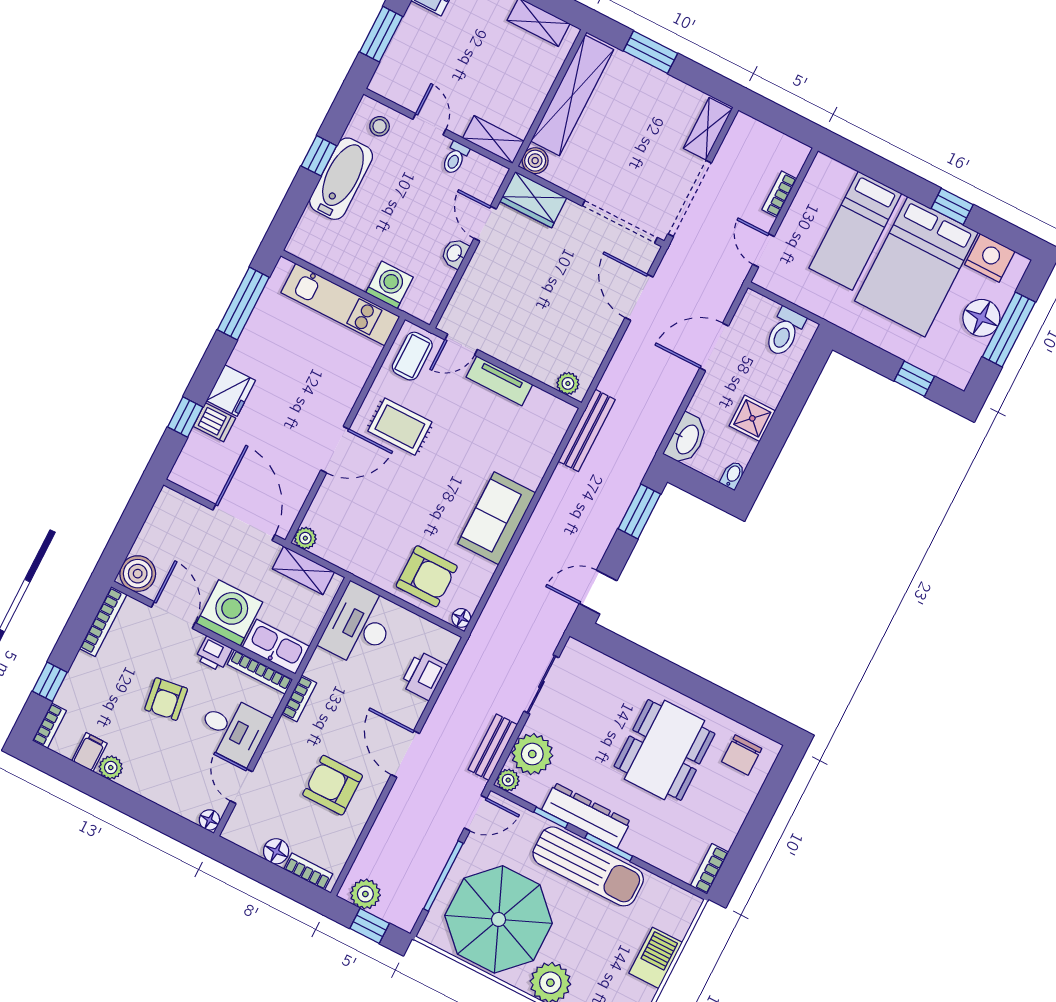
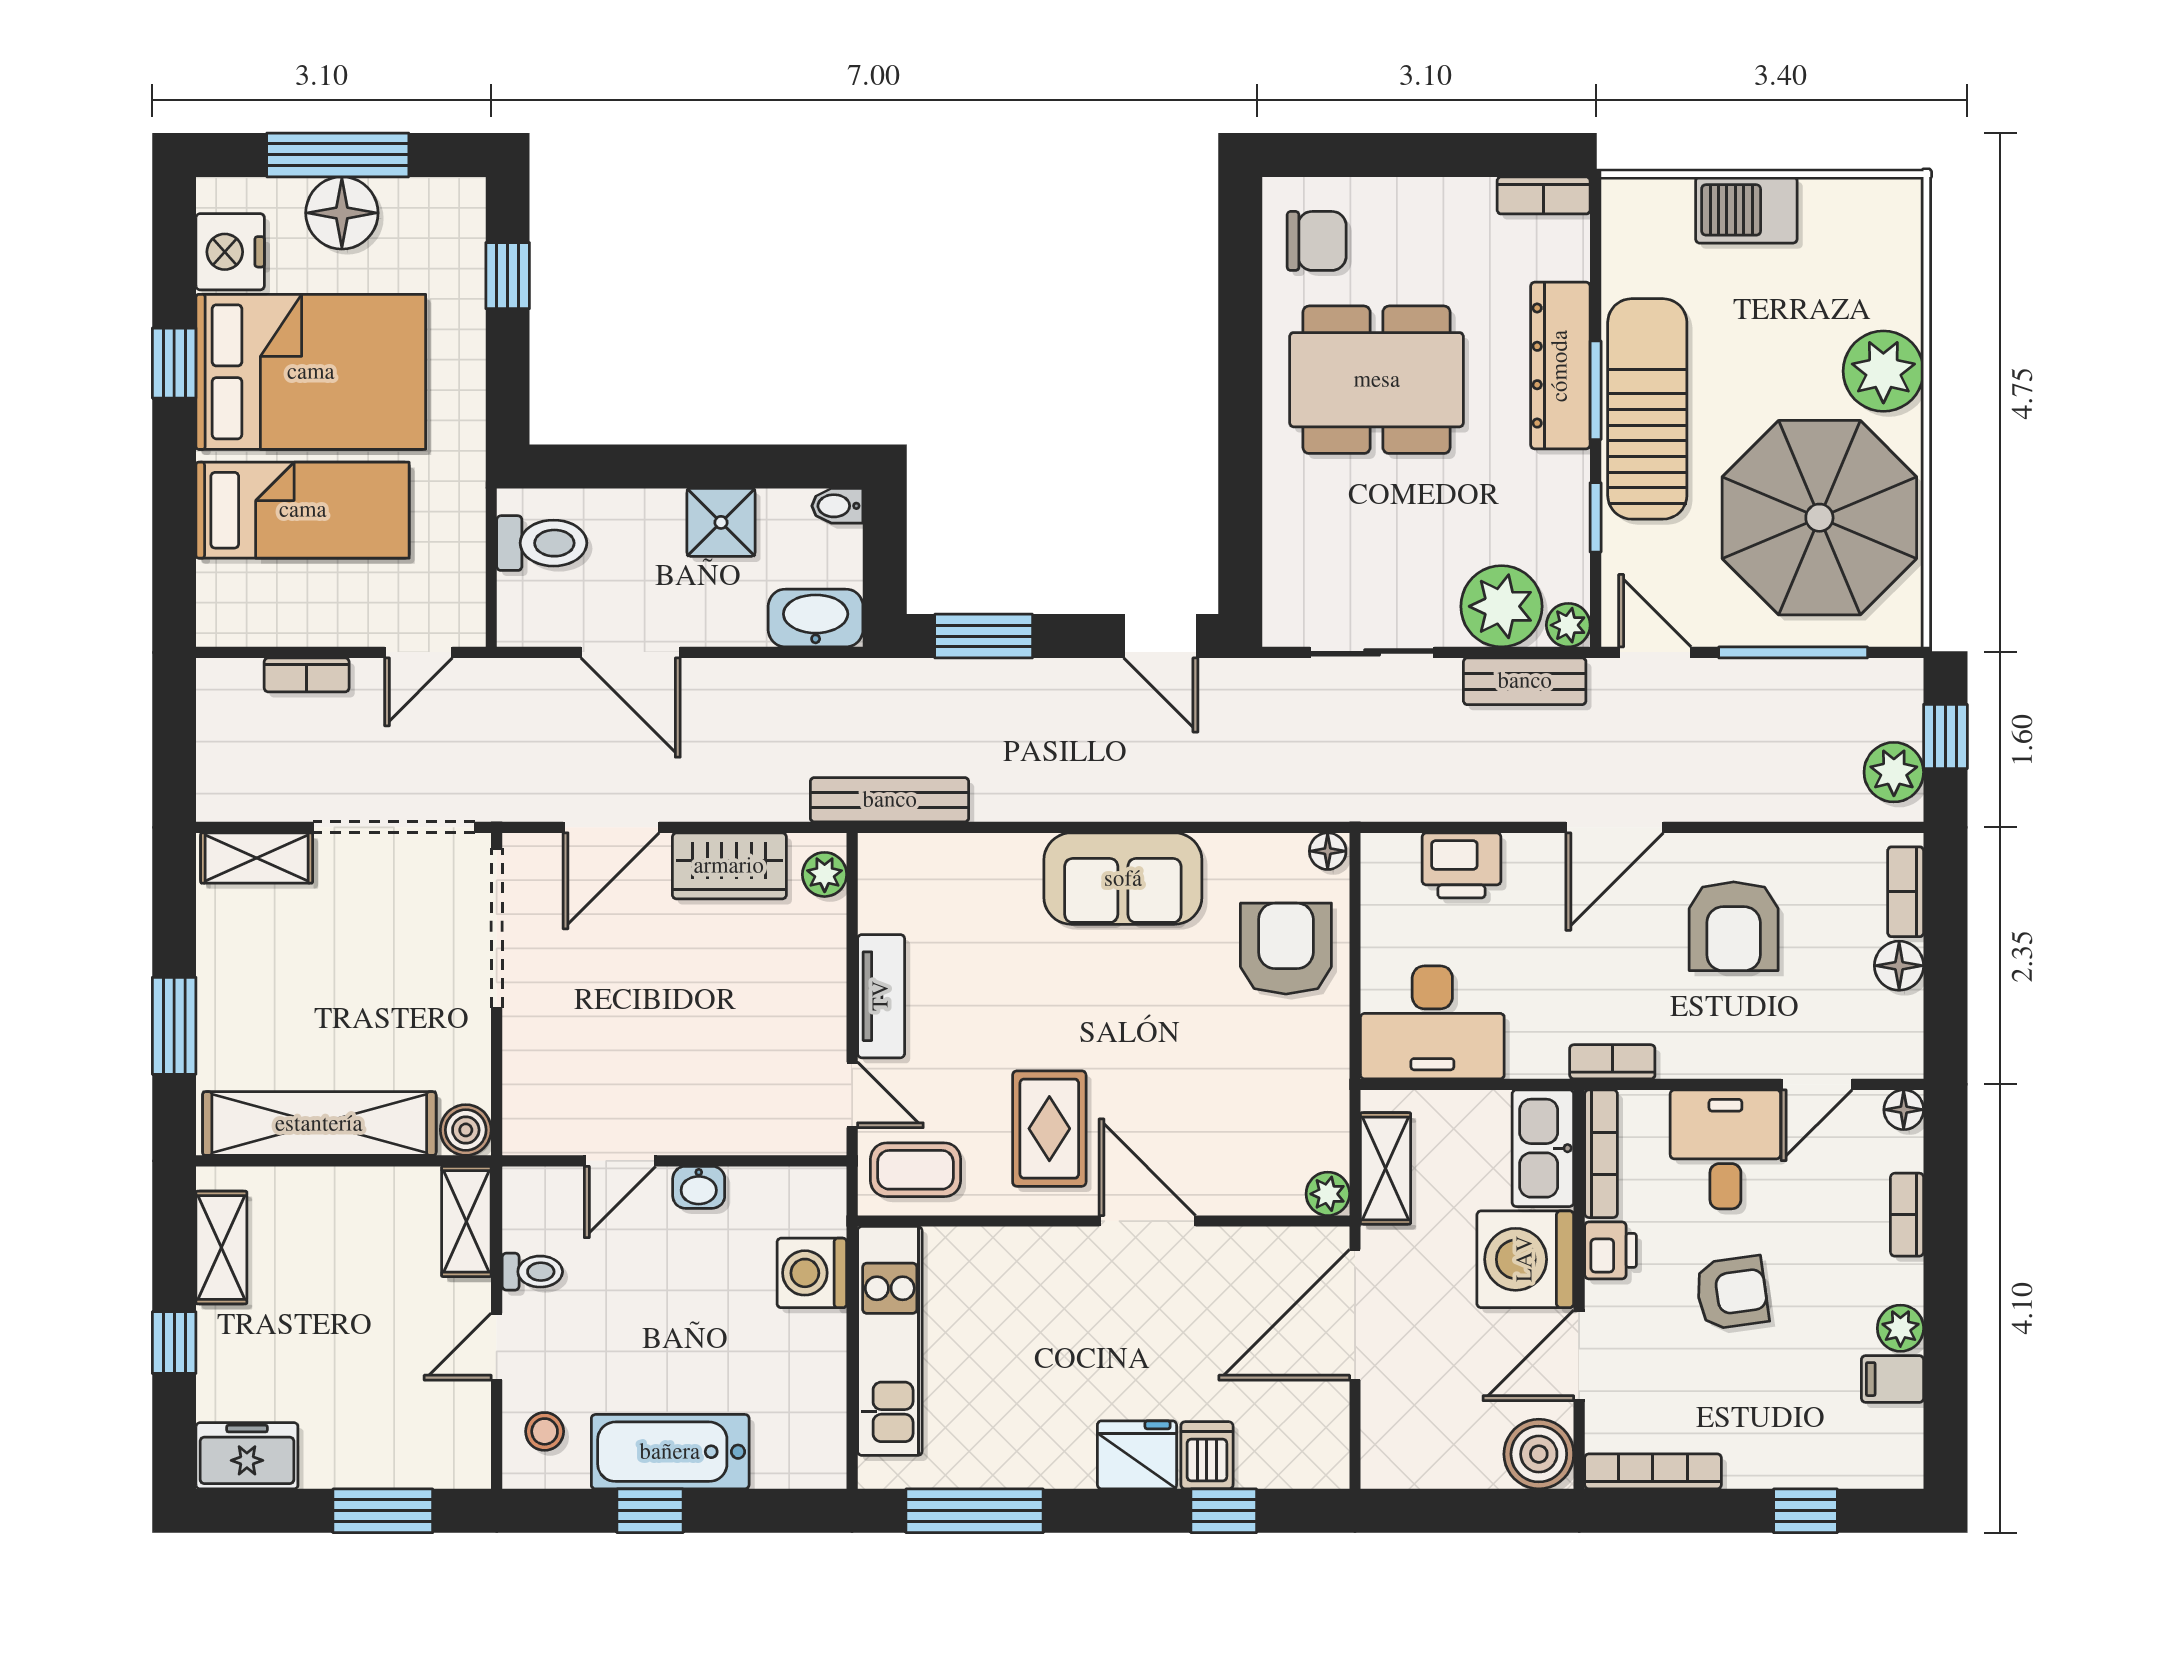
wardrobe: (533, 200) -> (729, 866), moved, turned 90
bookcase: (49, 726) -> (1907, 1215), moved, turned -90
dresser: (586, 815) -> (1560, 366), moved

